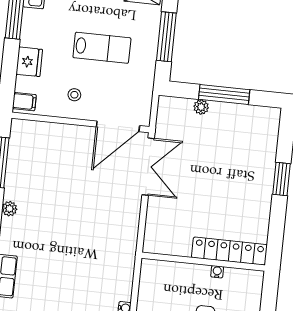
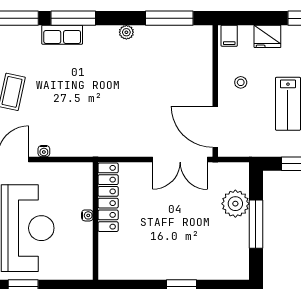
plant: (201, 107) -> (235, 204), width x1.88, depth x1.88
locker: (229, 251) -> (108, 197), moved
water cooler: (217, 272) -> (87, 215), moved

